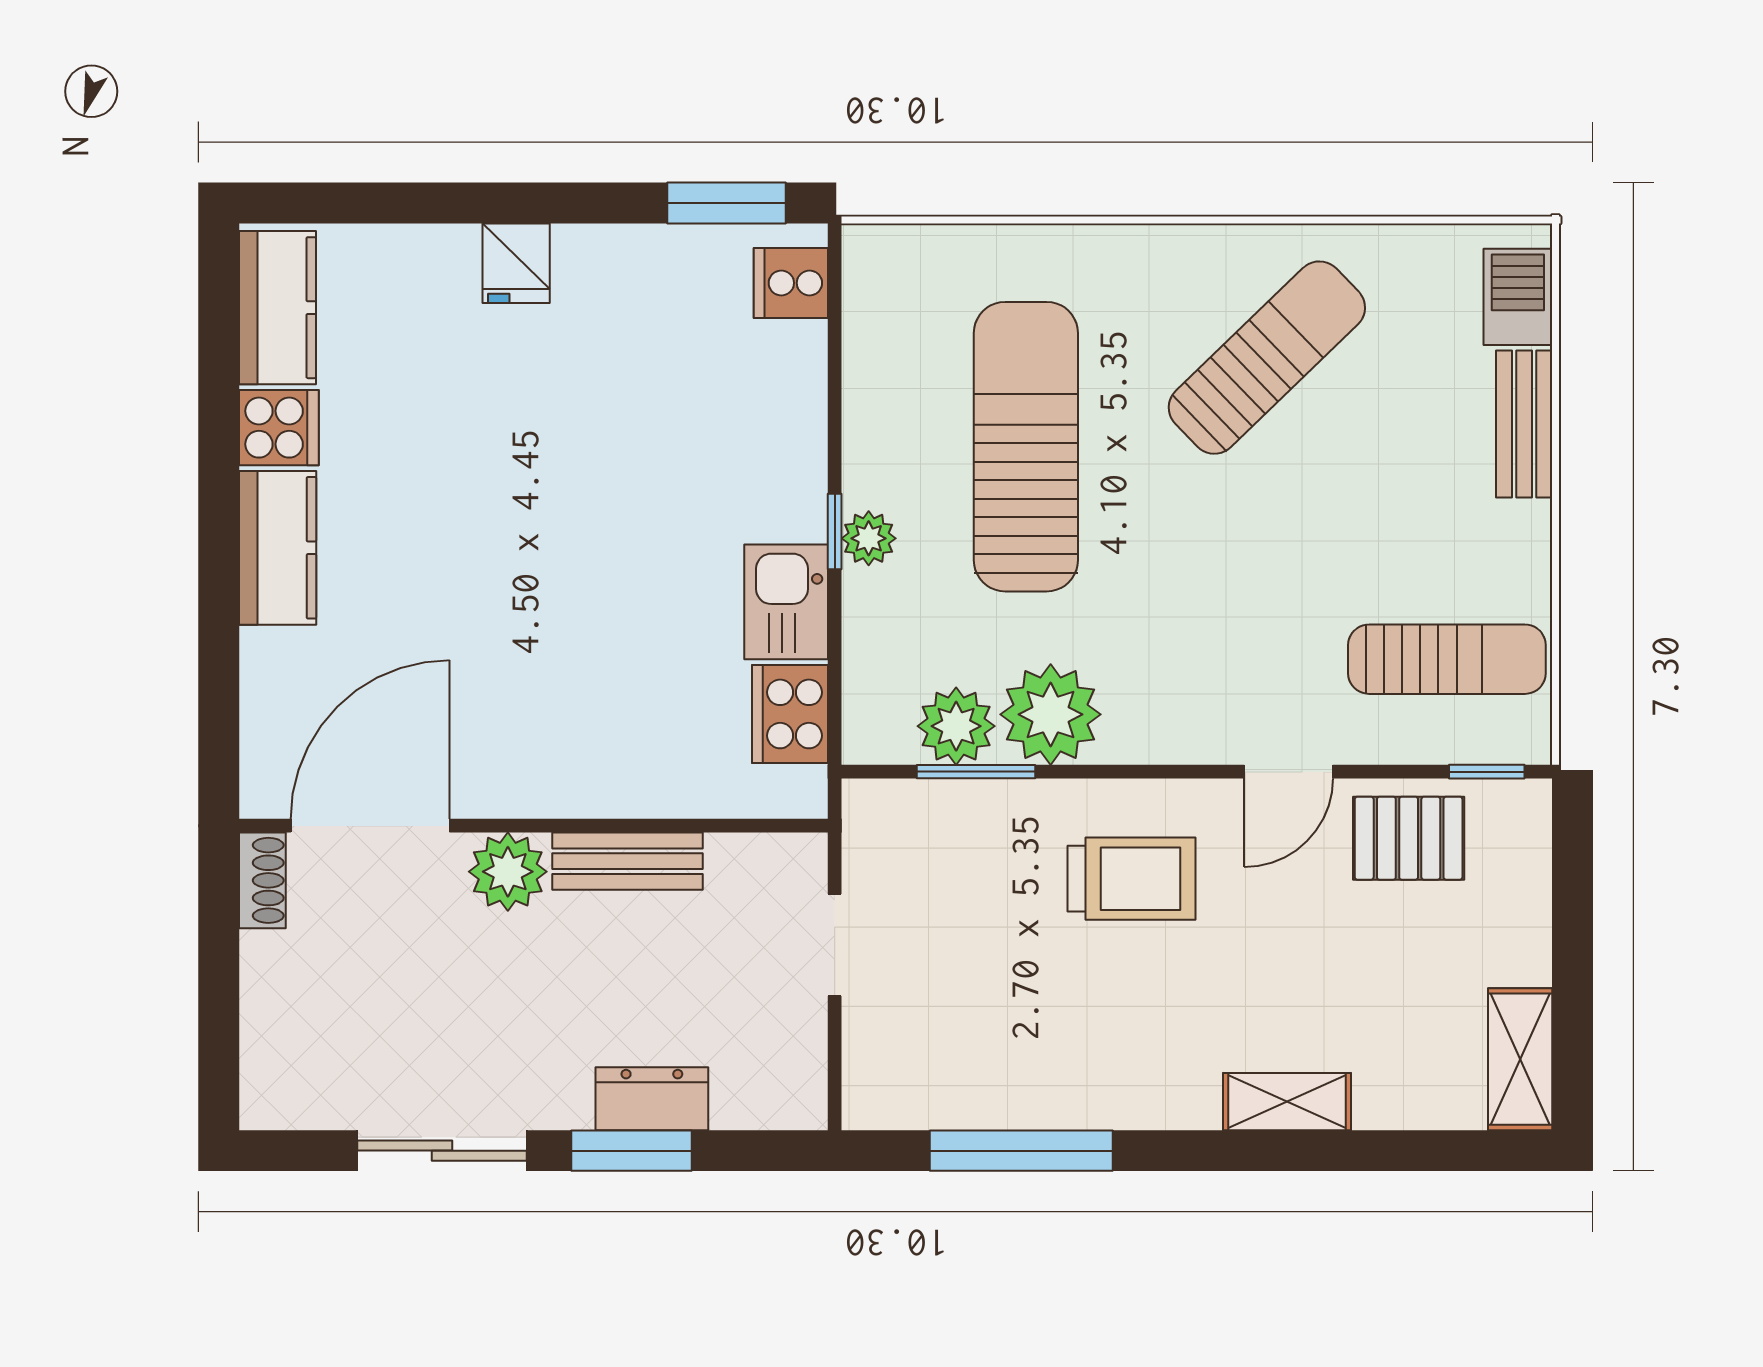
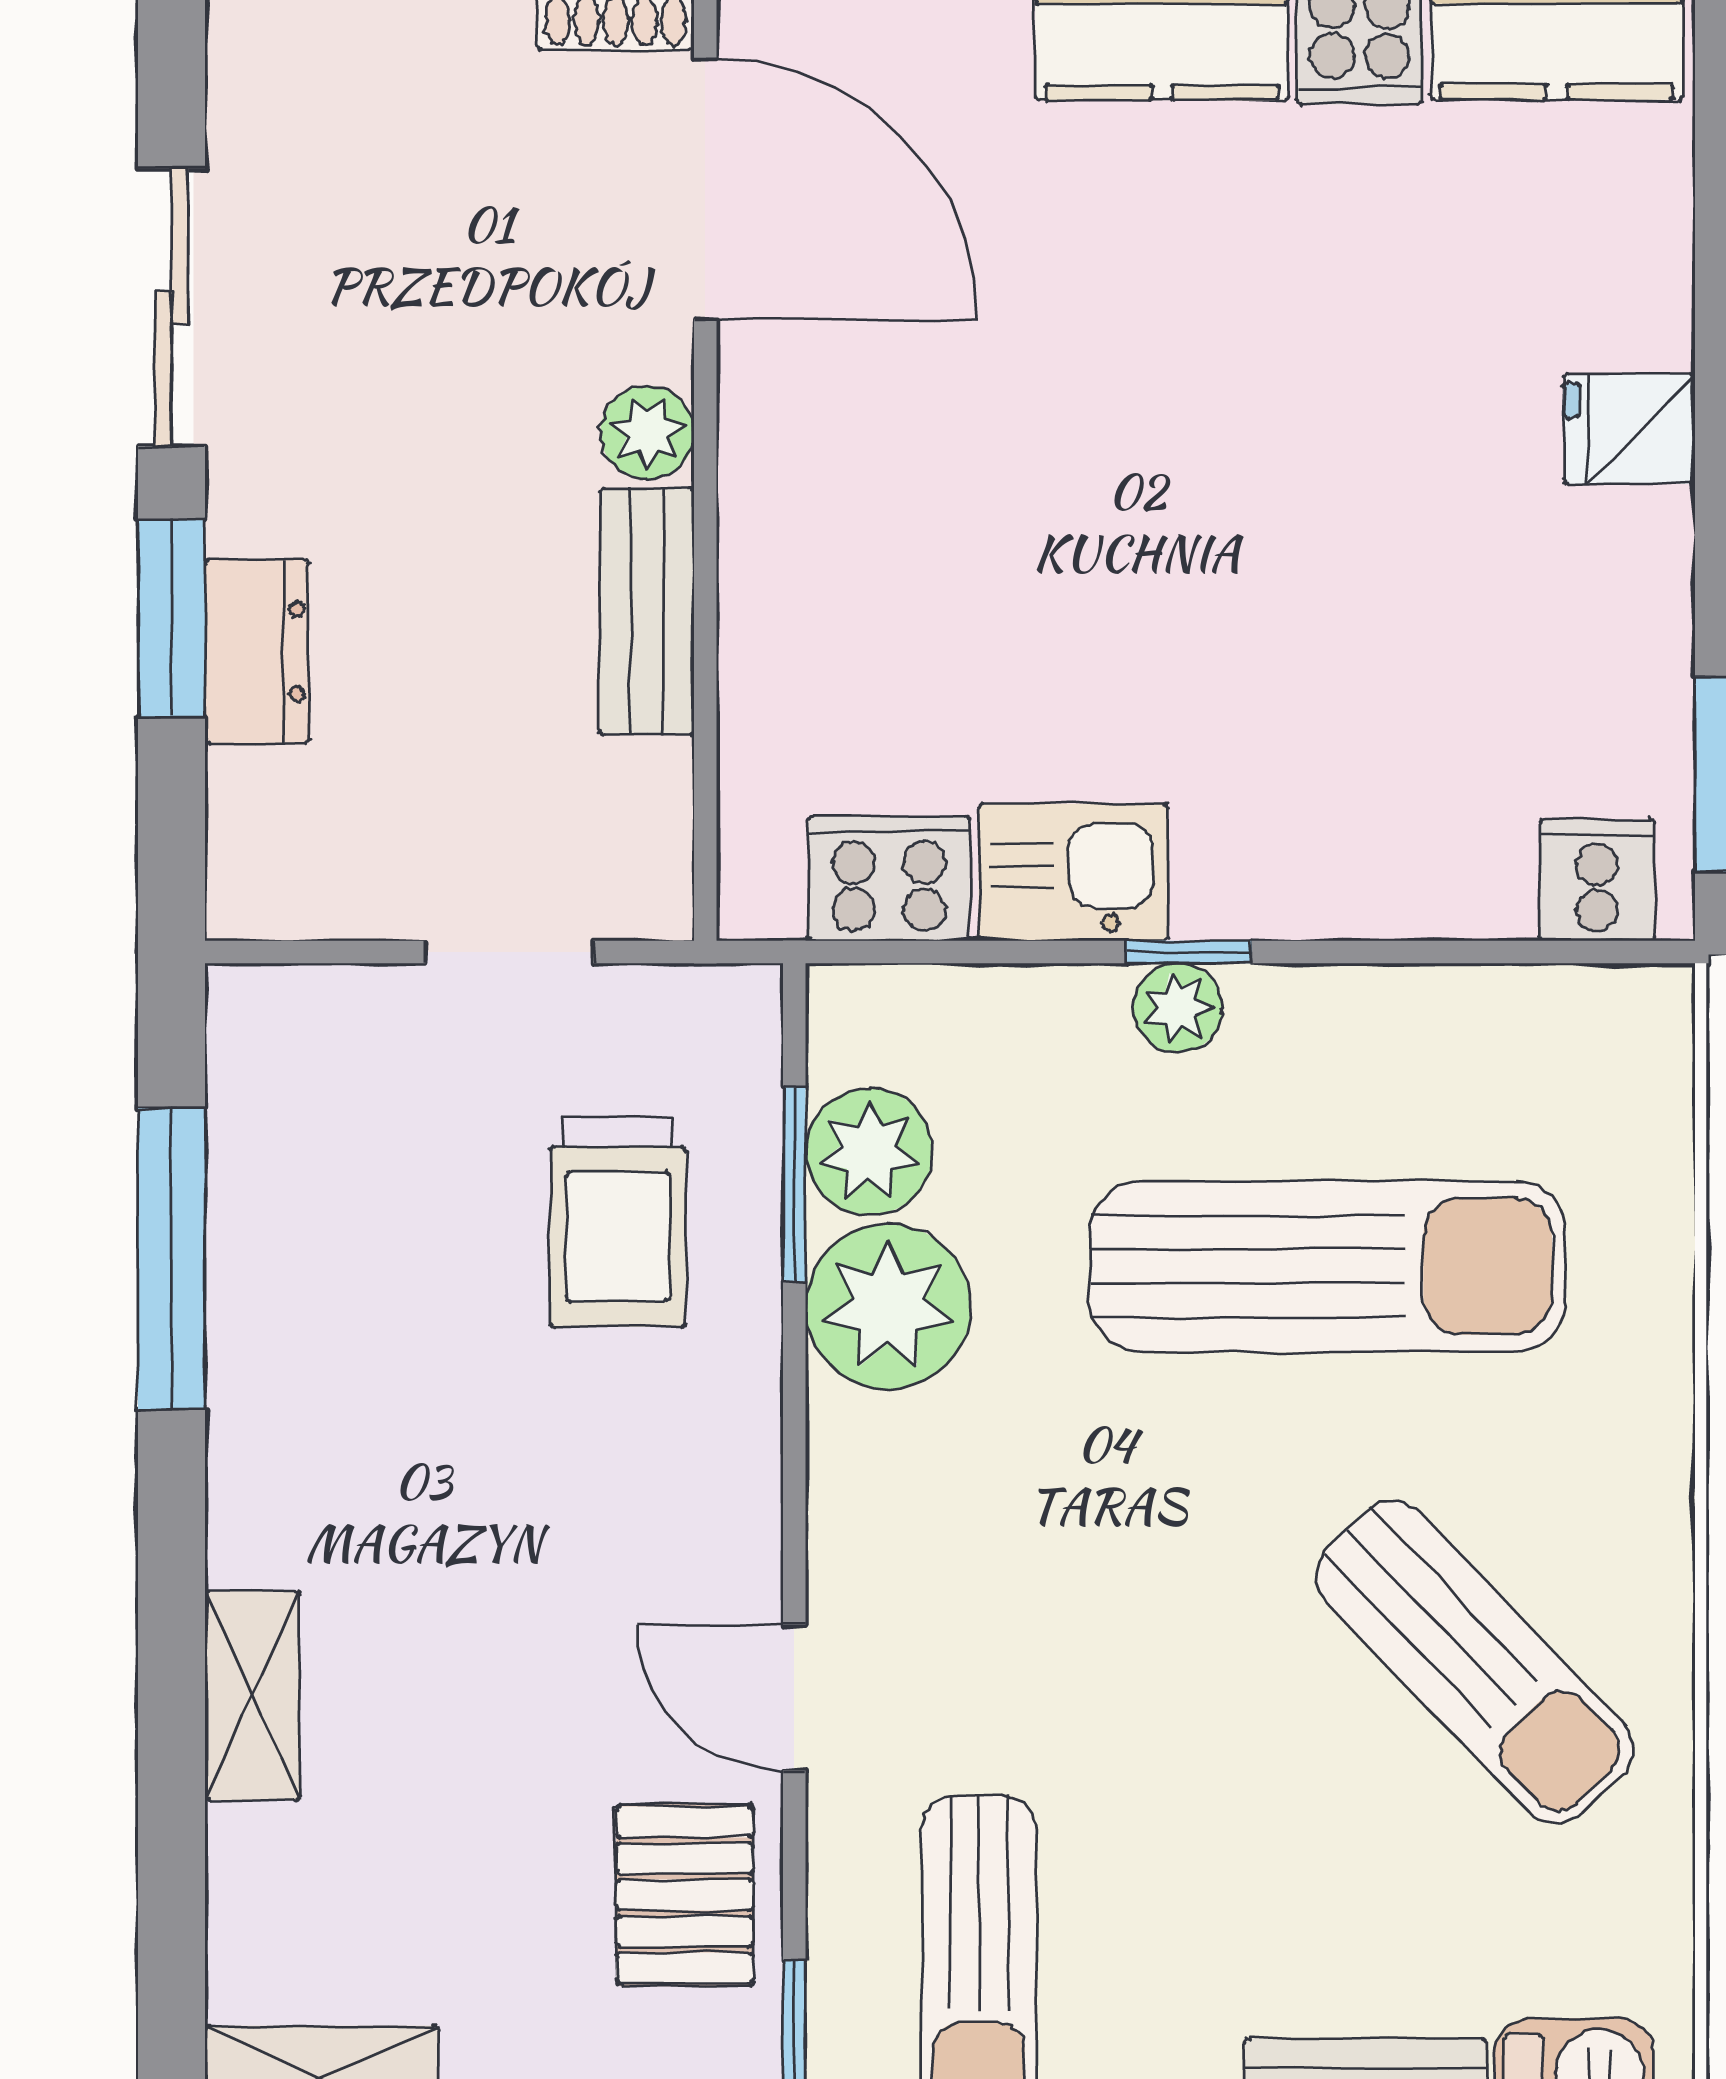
plant: (508, 872) -> (647, 433), width x0.73, depth x0.73
trolley: (1132, 879) -> (618, 1222), moved

